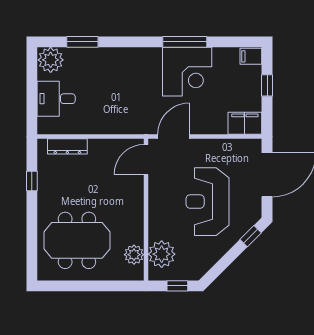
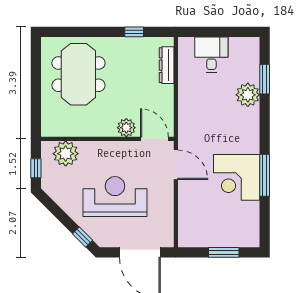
filing cabinet: (251, 56) -> (251, 237), removed
plant: (51, 60) -> (248, 95), moved
window: (267, 85) -> (224, 252), width x1.50
filing cabinet: (245, 123) -> (188, 232), removed
plant: (134, 255) -> (126, 128), moved

